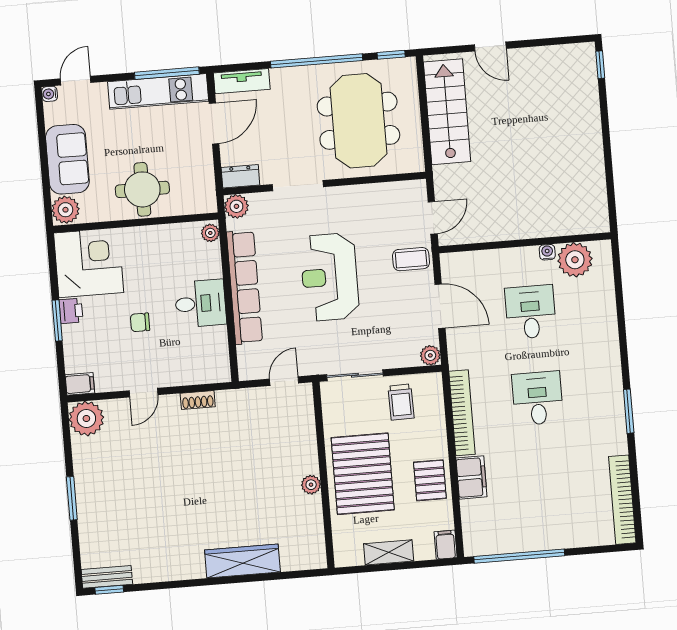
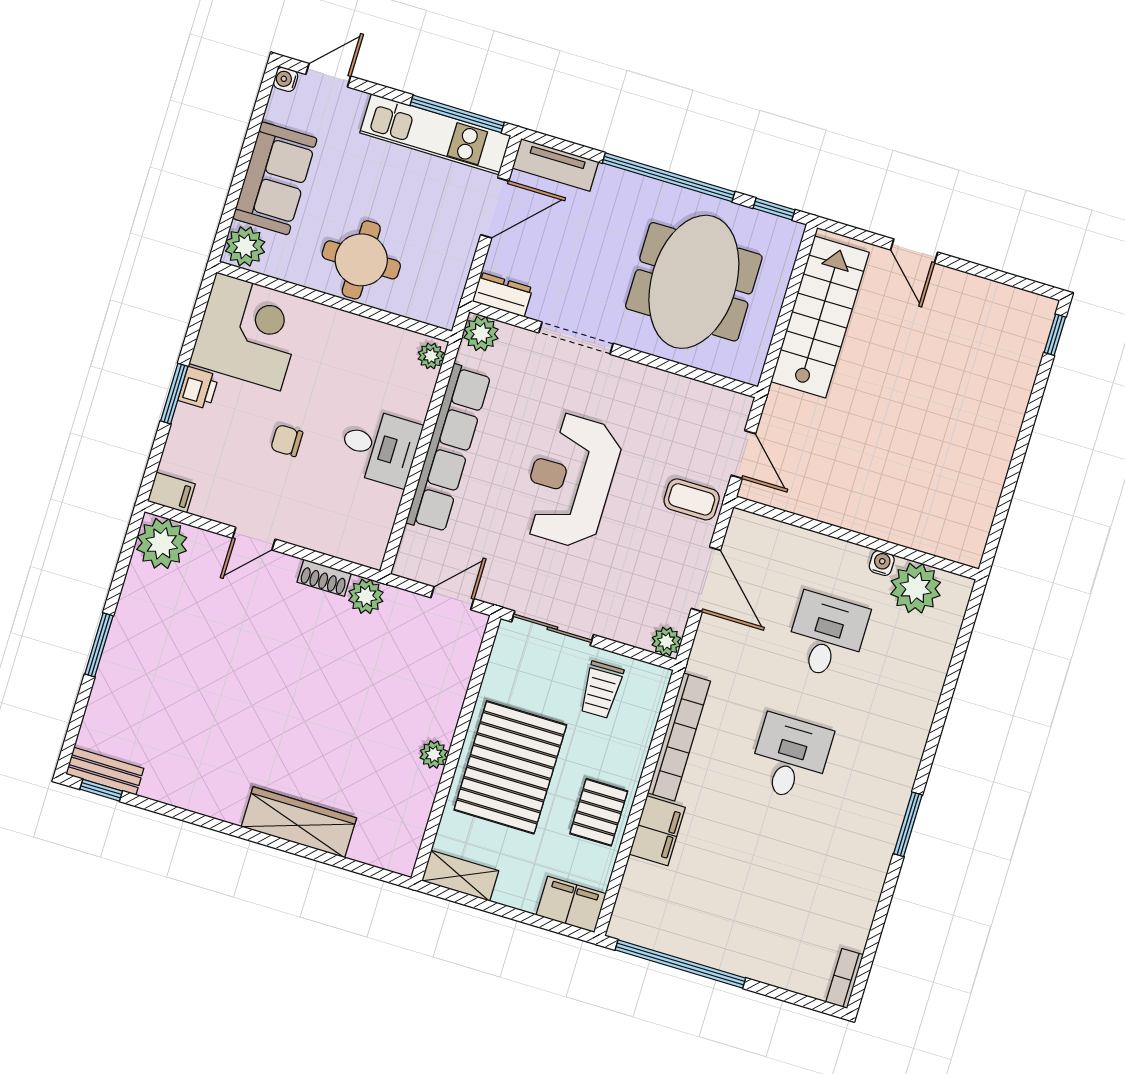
door: (433, 218) -> (743, 454), hinge flipped
plant: (229, 401) -> (366, 596), added
bookcase: (622, 500) -> (845, 978), width x0.43, depth x0.76
filing cabinet: (446, 545) -> (571, 904), width x2.00
shelving: (389, 552) -> (460, 876), moved

